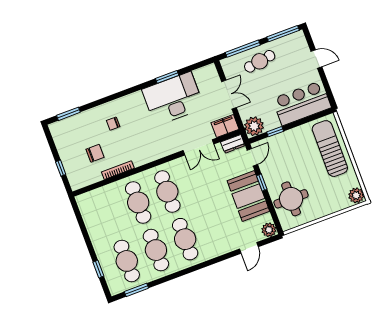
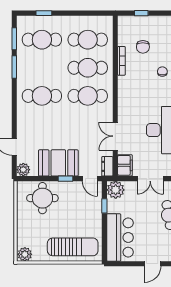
cafe table: (156, 250) -> (88, 40), moved
window: (166, 279) -> (14, 67), added

